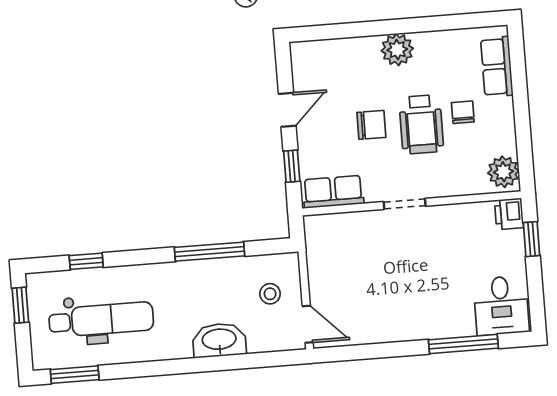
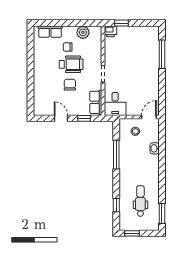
plant: (397, 50) -> (40, 72), removed
plant: (503, 172) -> (83, 32), moved
desk: (501, 306) -> (115, 104), moved, turned 90
dental chair: (101, 320) -> (140, 201), width x0.73, depth x0.72
washbasin: (219, 340) -> (155, 148), width x0.52, depth x0.69

